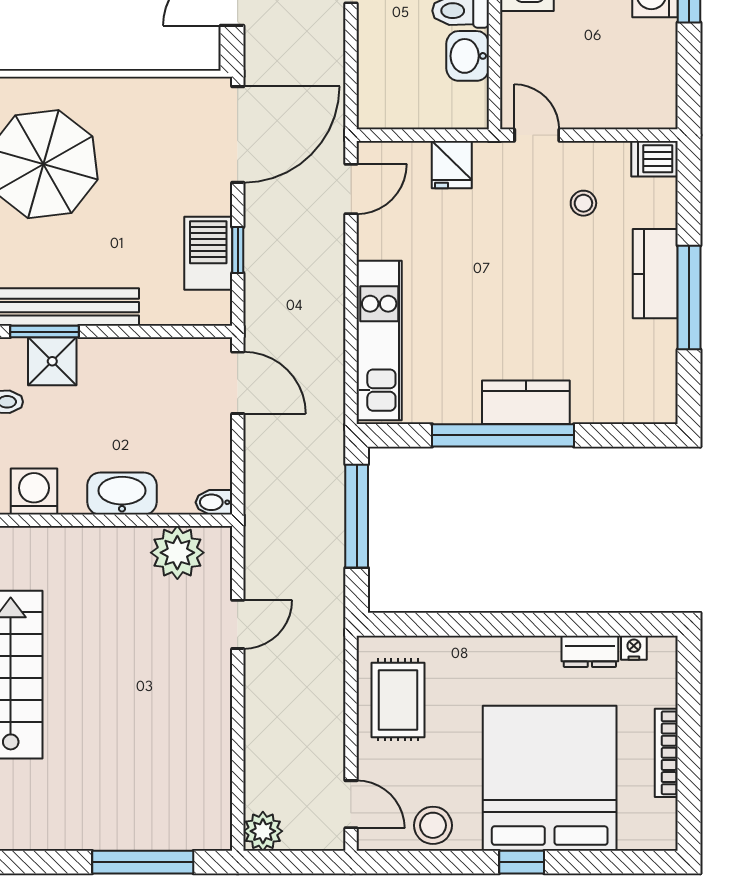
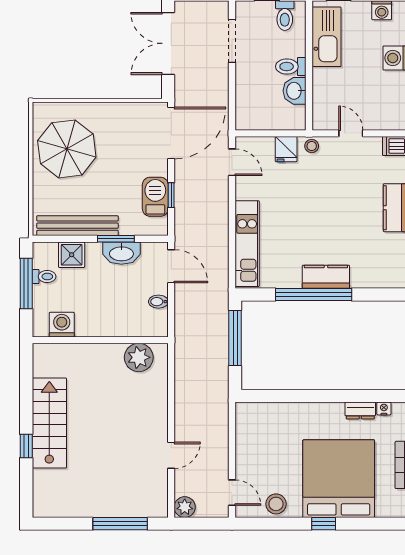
door: (537, 135) -> (351, 133), moved
door: (351, 189) -> (232, 162), hinge flipped
stool: (583, 203) -> (312, 146), moved
window: (45, 332) -> (116, 239), moved
washbasin: (122, 494) -> (121, 253), moved, turned 180
bidet: (214, 502) -> (158, 302), moved
door: (238, 624) -> (171, 455), moved
rug: (398, 700) -> (257, 437), removed

